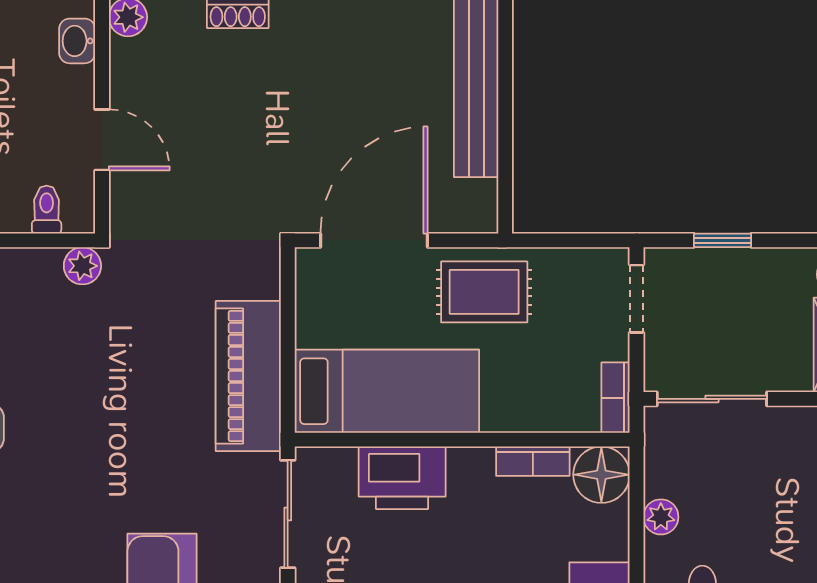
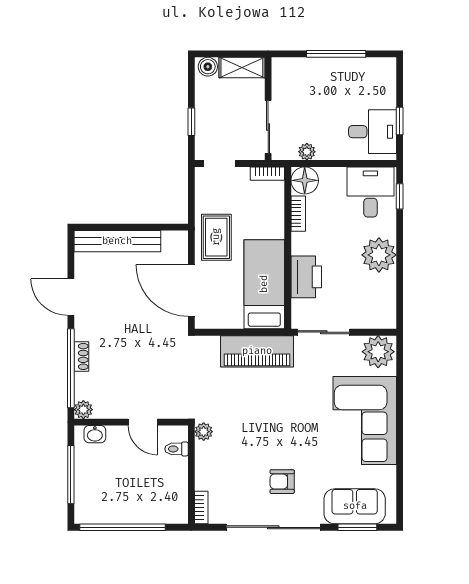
door: (102, 140) -> (143, 422), swing flipped
plant: (661, 517) -> (307, 152), moved

